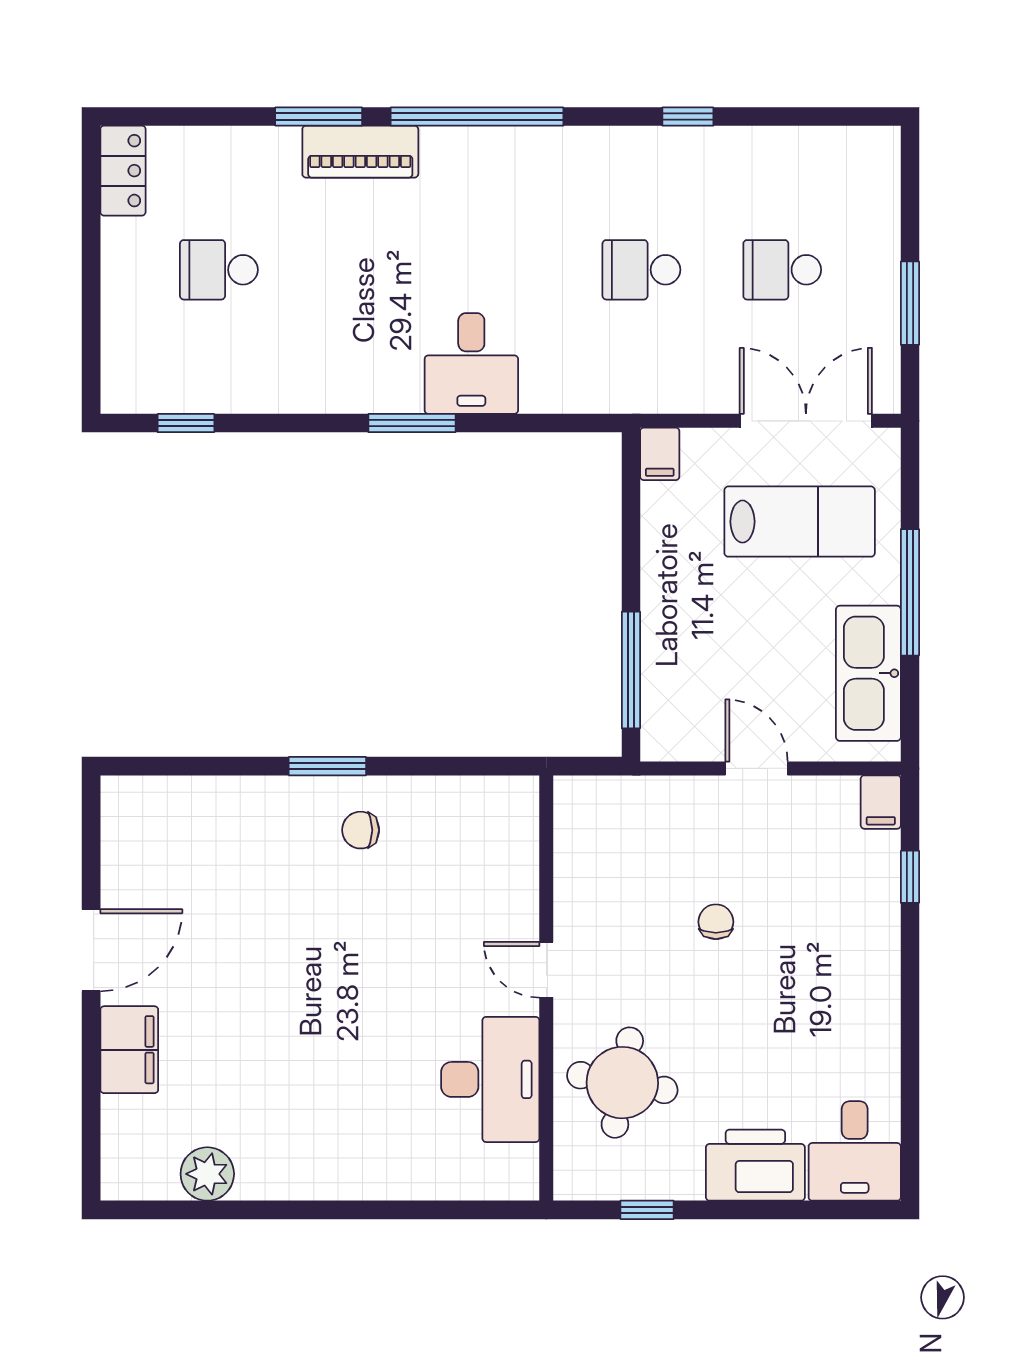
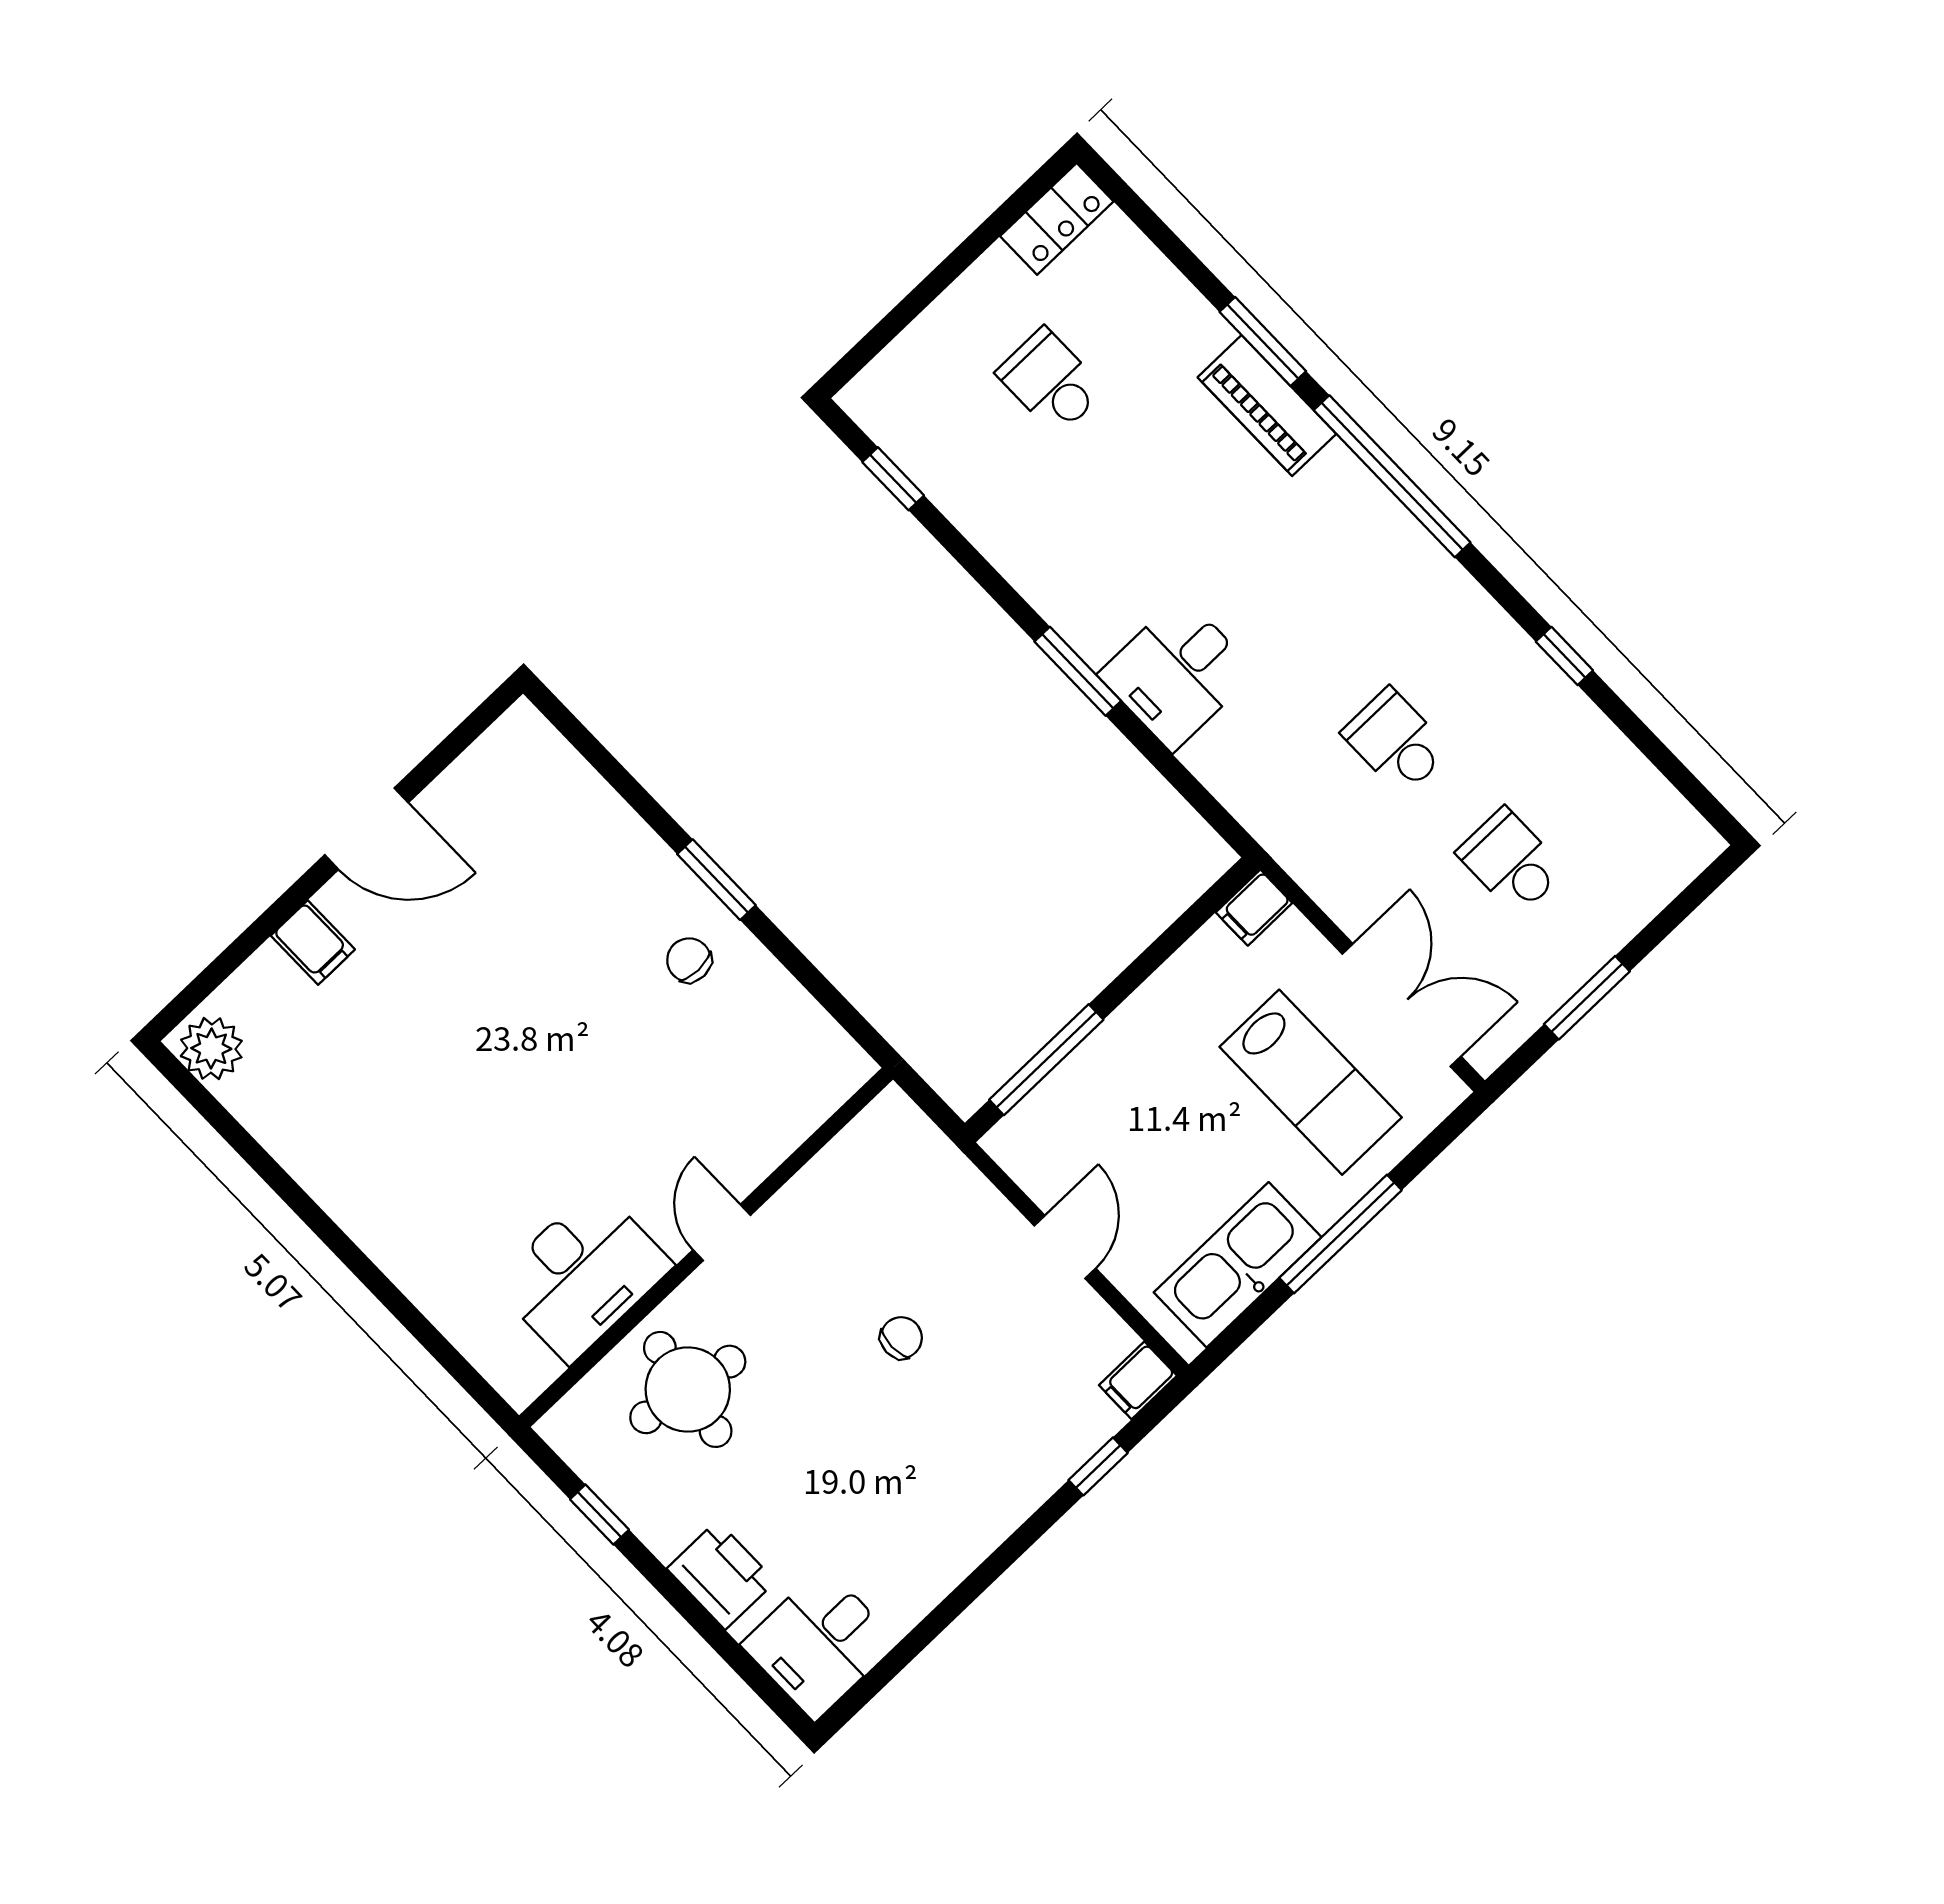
filing cabinet: (129, 1050) -> (313, 942), width x0.50
printer: (755, 1165) -> (721, 1575), width x0.73, depth x0.84
plant: (207, 1174) -> (211, 1049), moved

